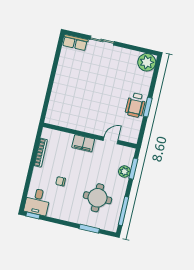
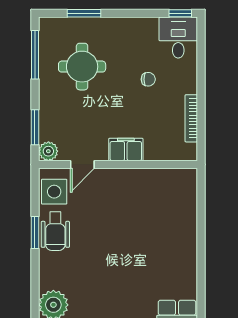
wheelchair: (136, 105) -> (55, 231), turned 180
side table: (131, 128) -> (54, 192), added
plant: (124, 172) -> (48, 151), moved

